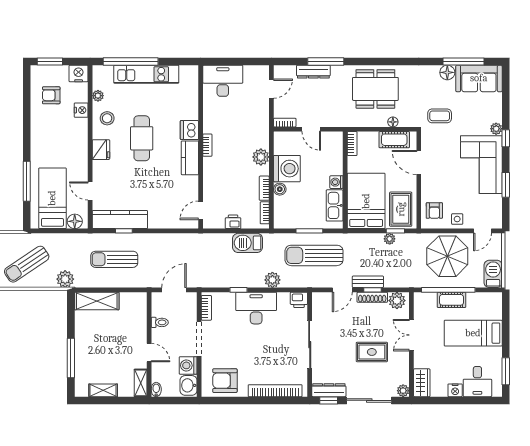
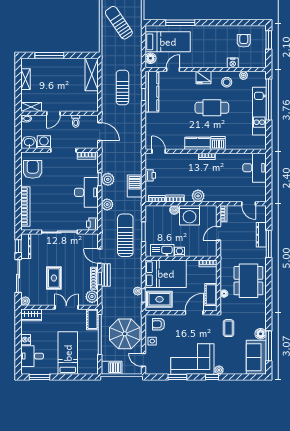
nightstand: (79, 74) -> (260, 61), removed
plant: (65, 279) -> (108, 179), moved
cot: (452, 300) -> (92, 319), moved

